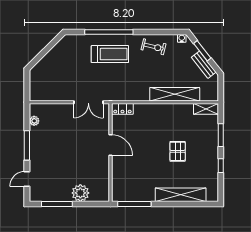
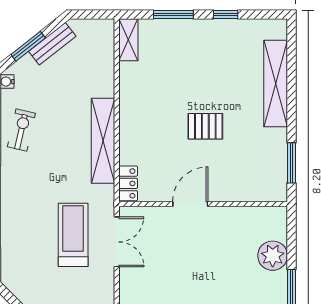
treadmill: (110, 54) -> (73, 235), moved
shelving: (175, 94) -> (103, 141), moved
pallet: (178, 151) -> (205, 126), moved
window: (134, 204) -> (292, 163), width x0.69

